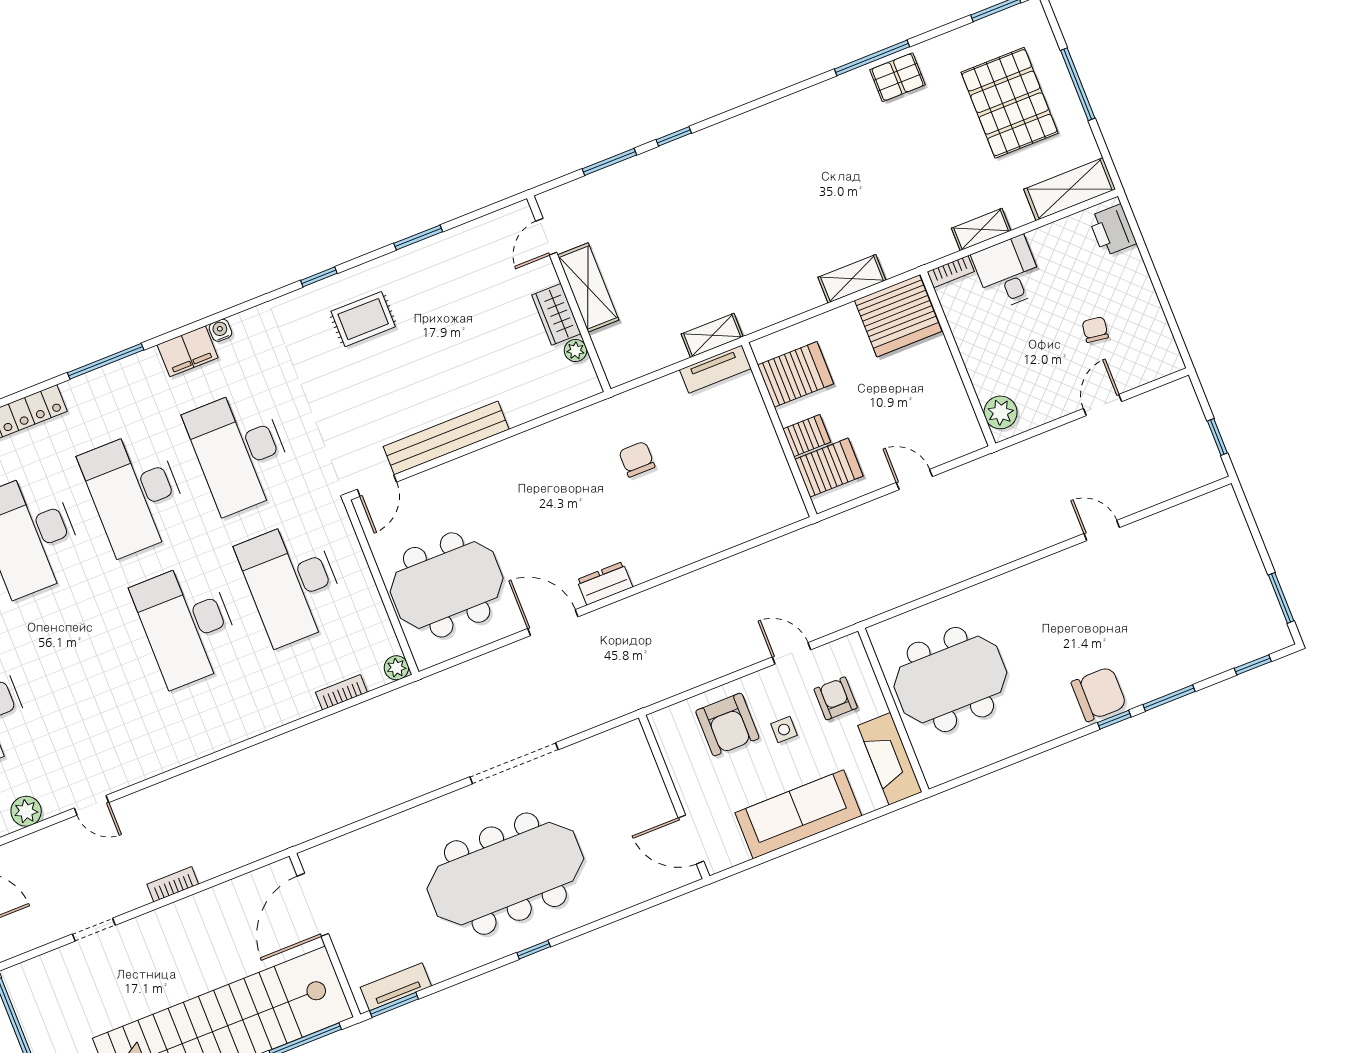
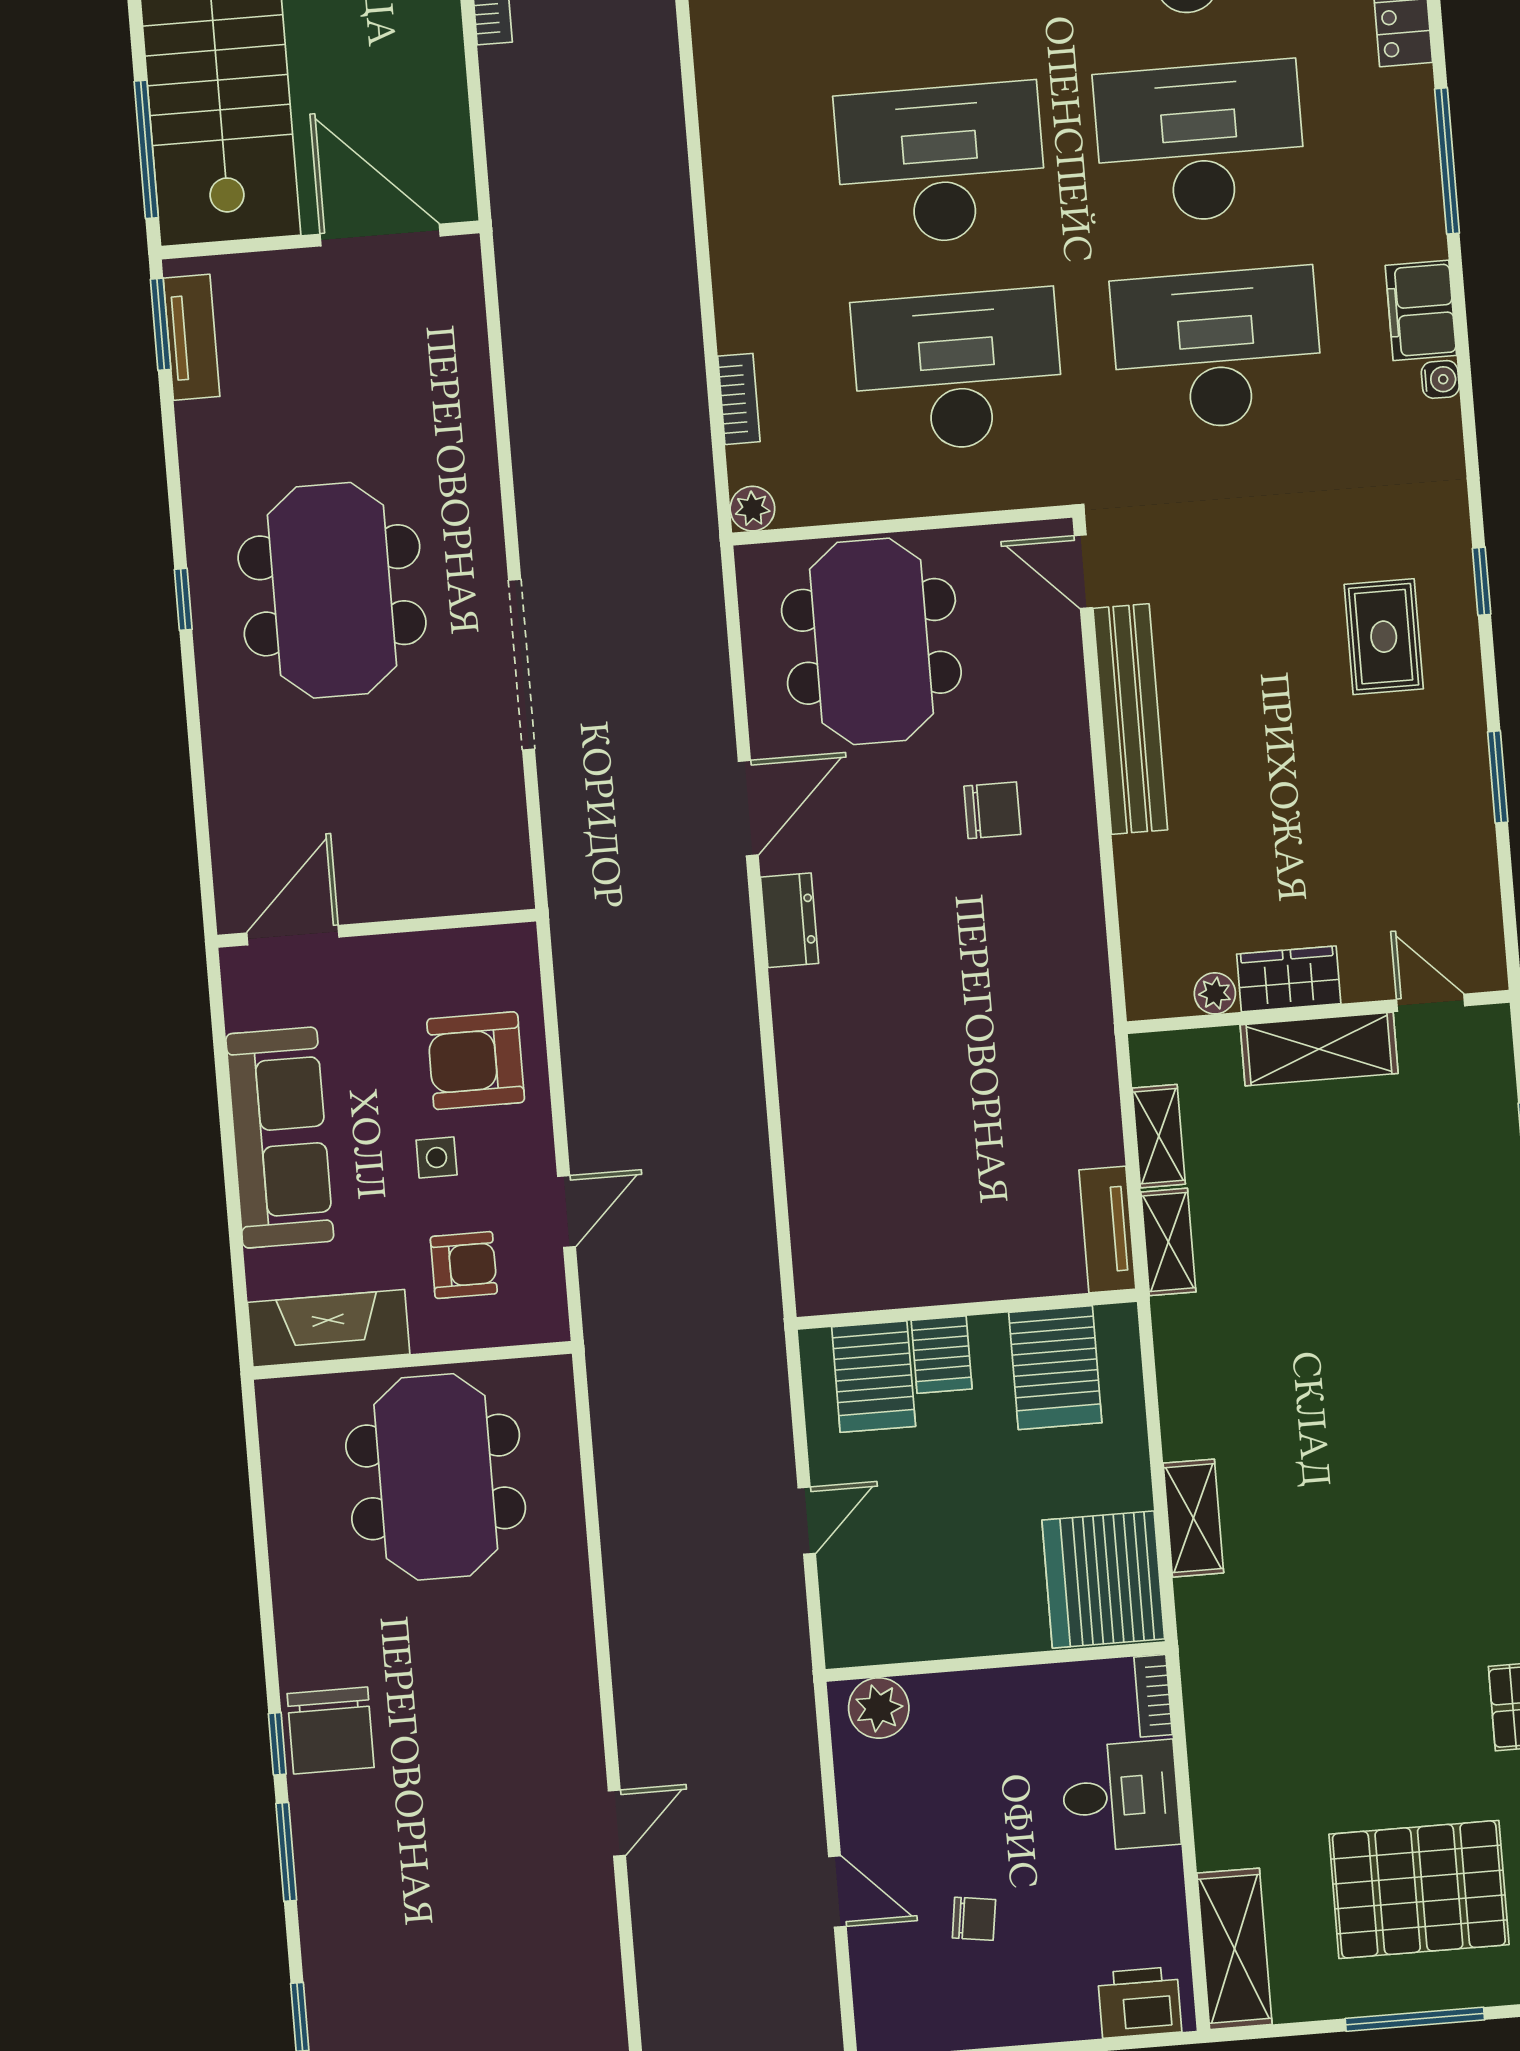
shelving: (981, 229) -> (1159, 1136), moved
chair: (637, 459) -> (992, 810), moved
meeting table: (505, 874) -> (332, 590), width x0.73

